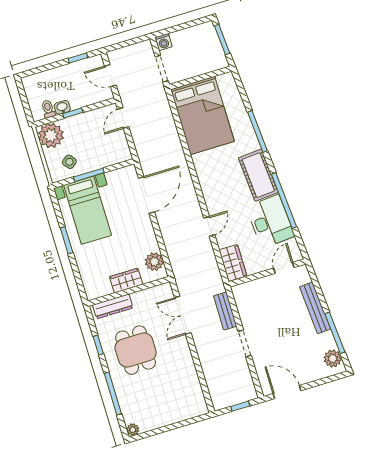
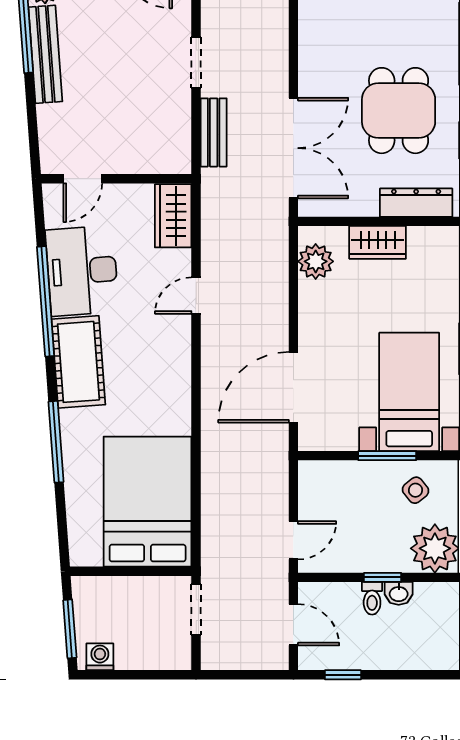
washing machine: (164, 42) -> (100, 657), moved
toilet: (48, 109) -> (372, 598), moved
bench: (315, 308) -> (45, 54), moved
double door: (183, 315) -> (293, 148), width x1.37

